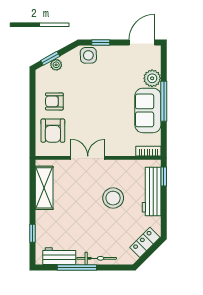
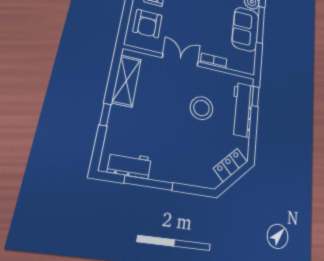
bookcase: (148, 151) -> (214, 61), moved
window: (32, 233) -> (105, 115), moved
bicycle: (97, 258) -> (174, 175), removed

